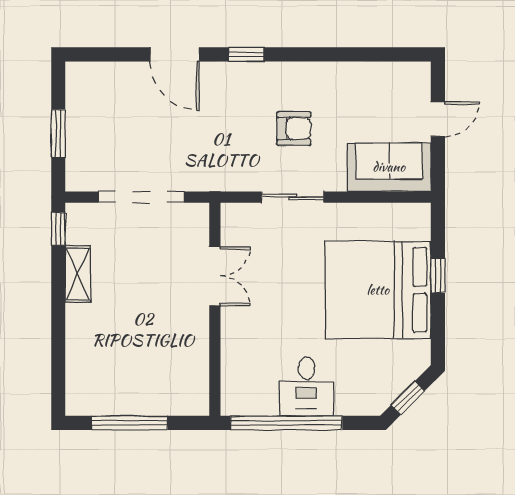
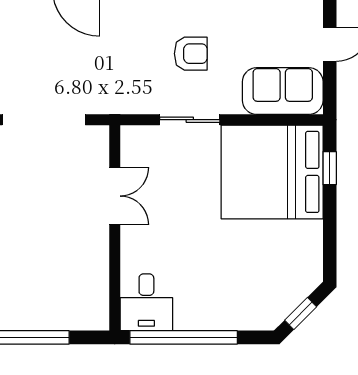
window: (438, 276) -> (330, 168), moved
bed: (378, 290) -> (272, 172), moved
desk: (306, 386) -> (146, 302), moved

